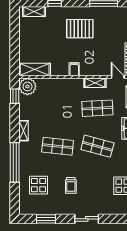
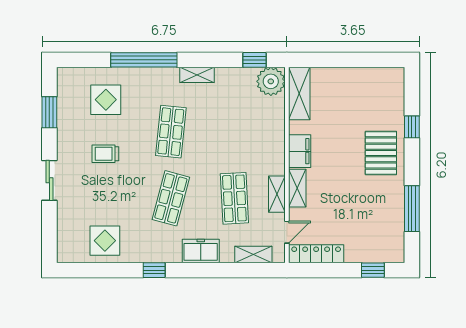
shelving: (34, 12) -> (297, 188), moved
pallet: (80, 29) -> (381, 153), moved
filing cabinet: (74, 69) -> (300, 151), width x2.00

